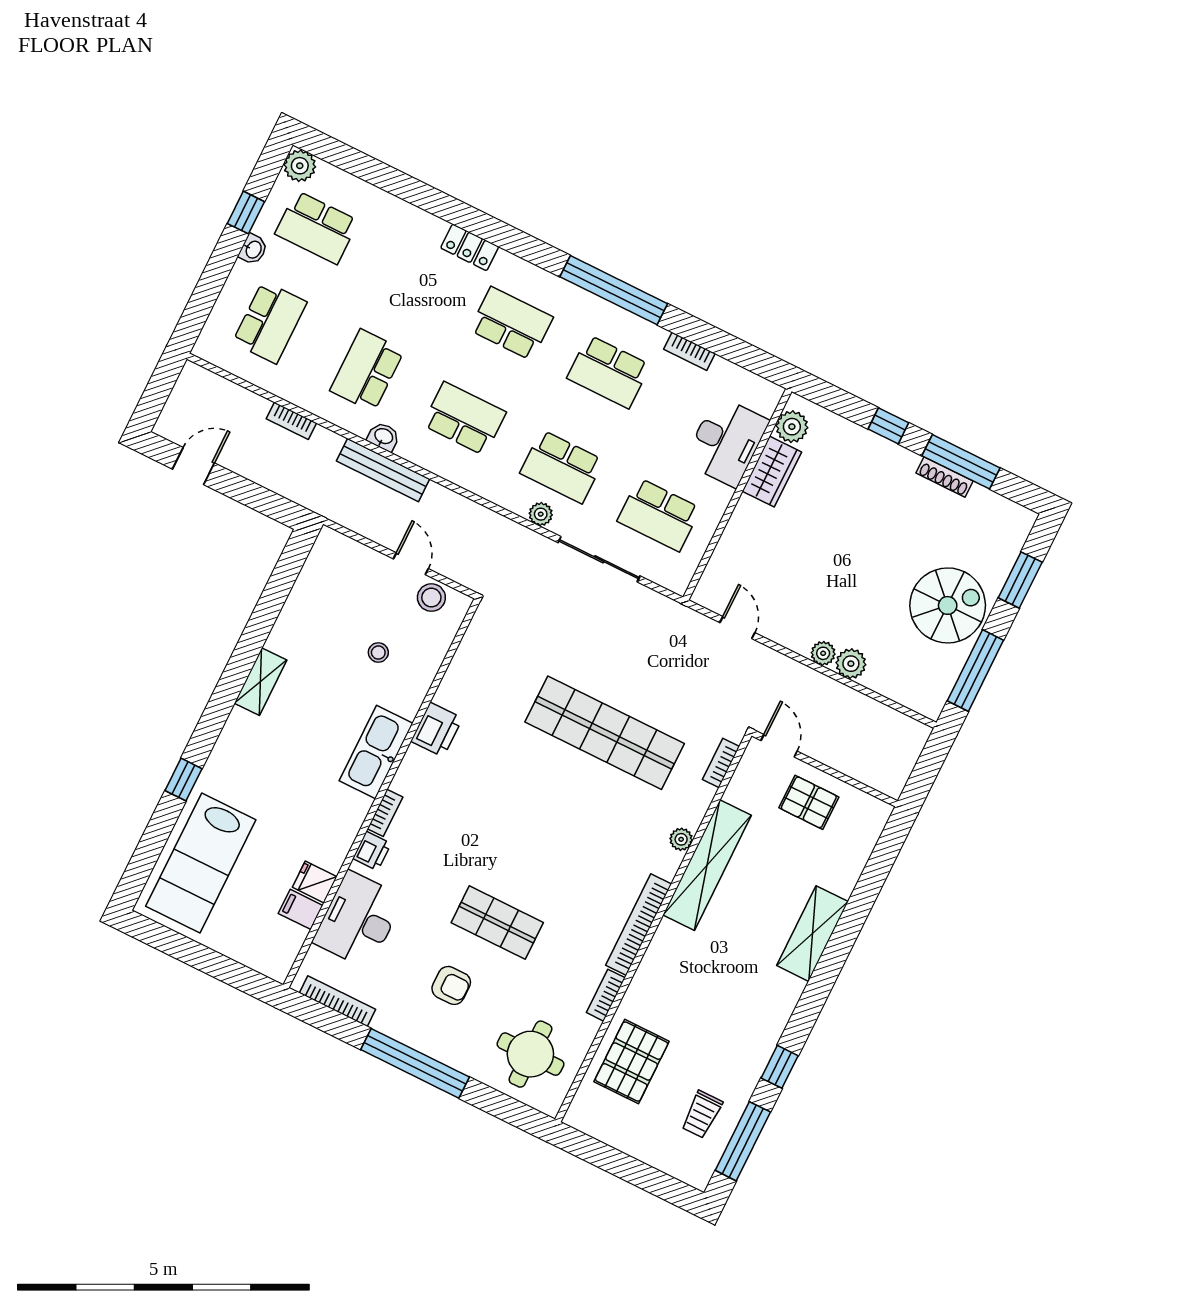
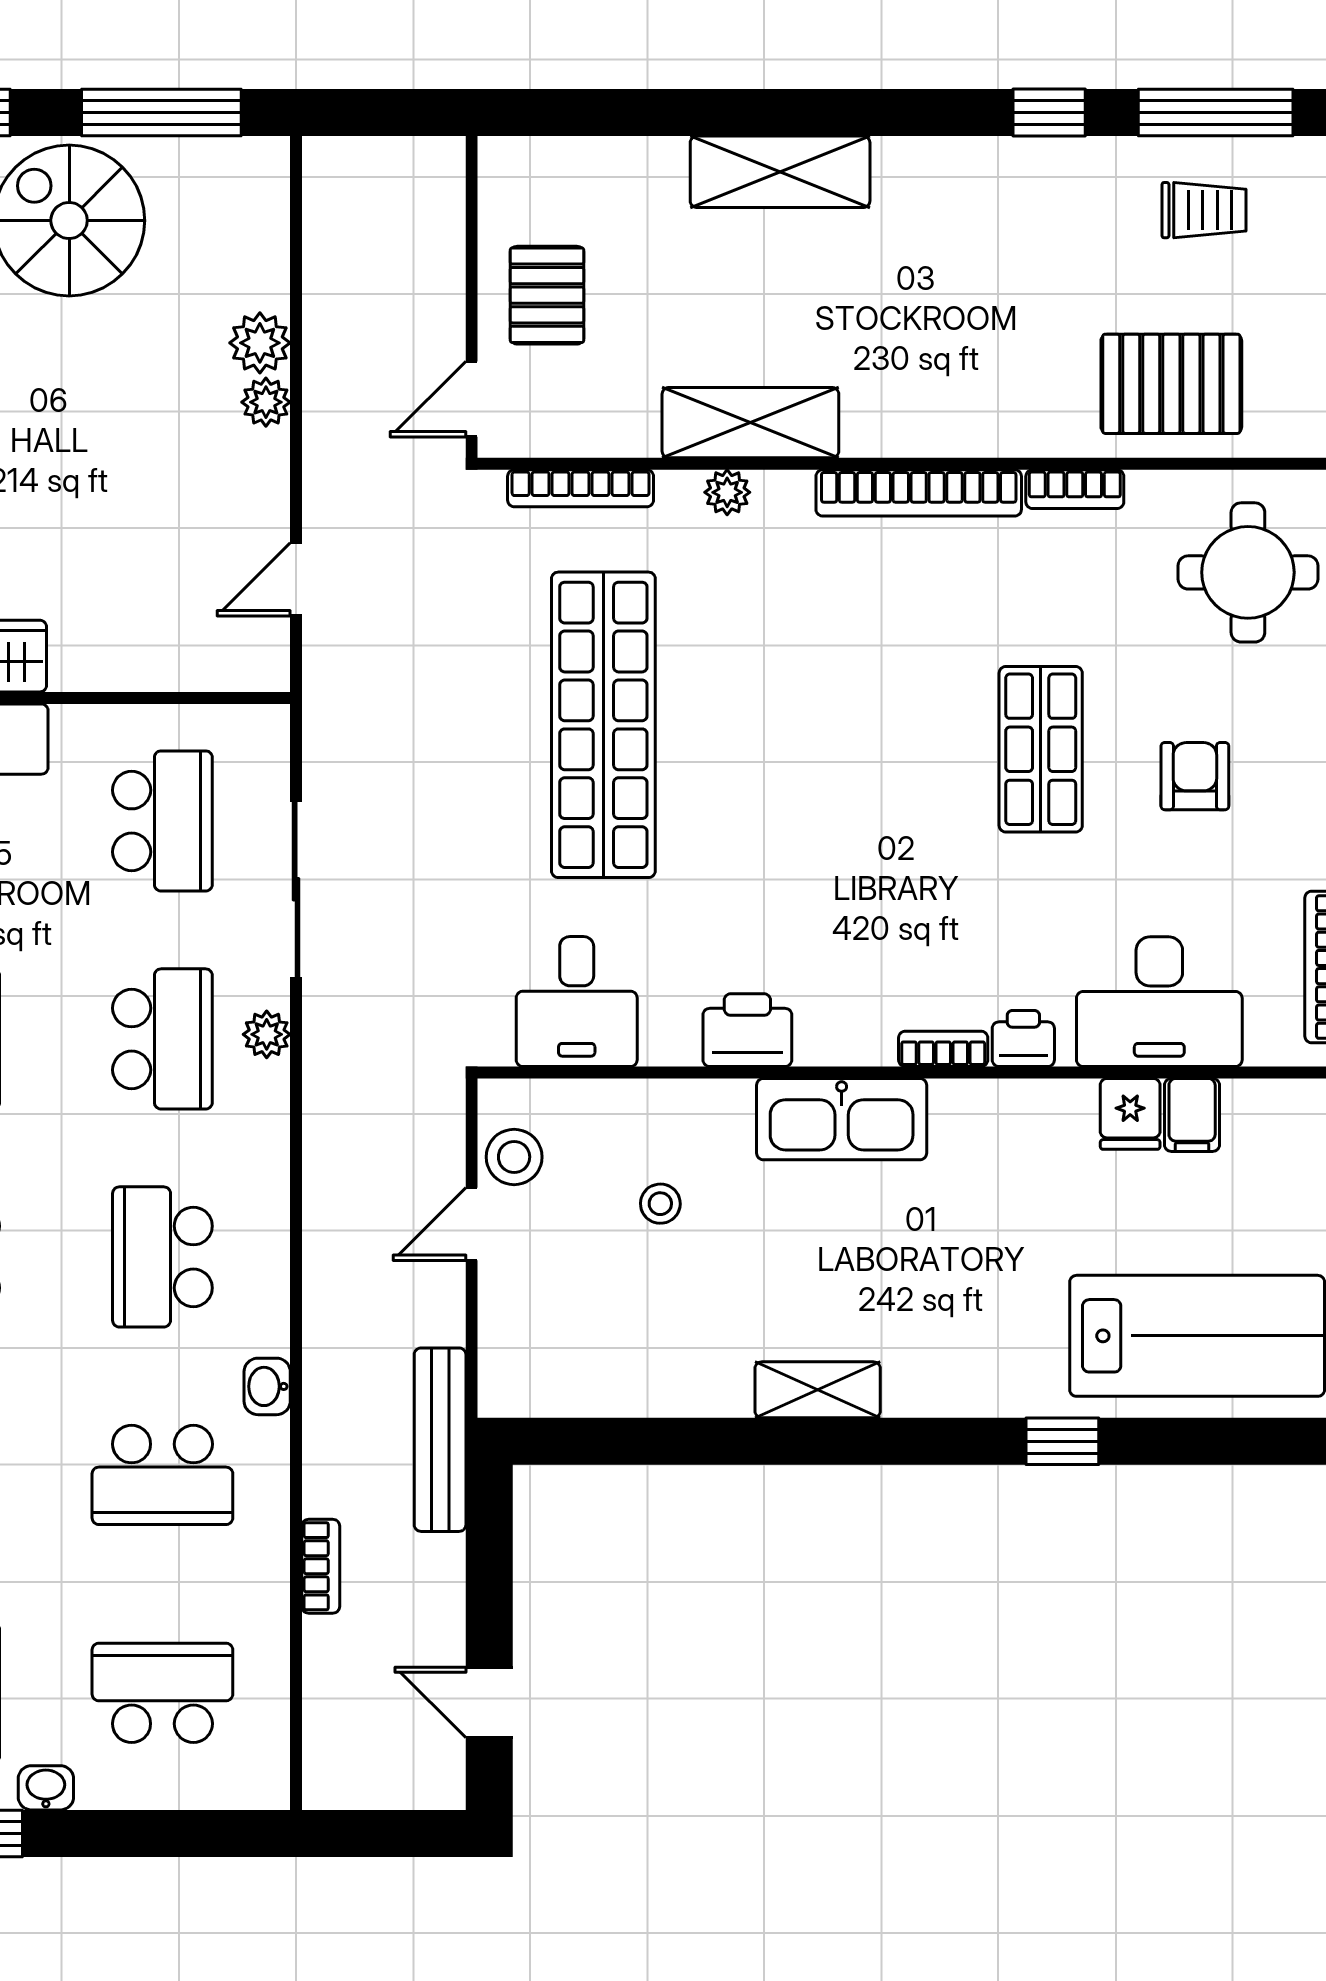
bench: (383, 470) -> (440, 1440), moved
desk: (487, 660) -> (577, 1002), added
bookcase: (721, 763) -> (581, 488), width x1.56
shelving: (707, 865) -> (750, 423), width x0.68

